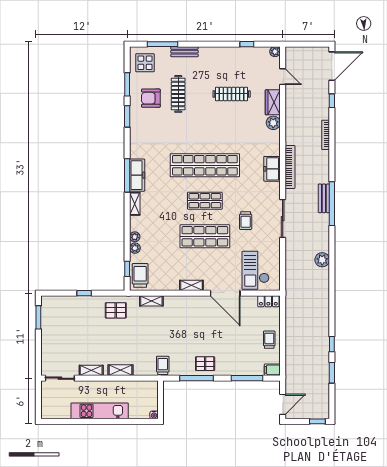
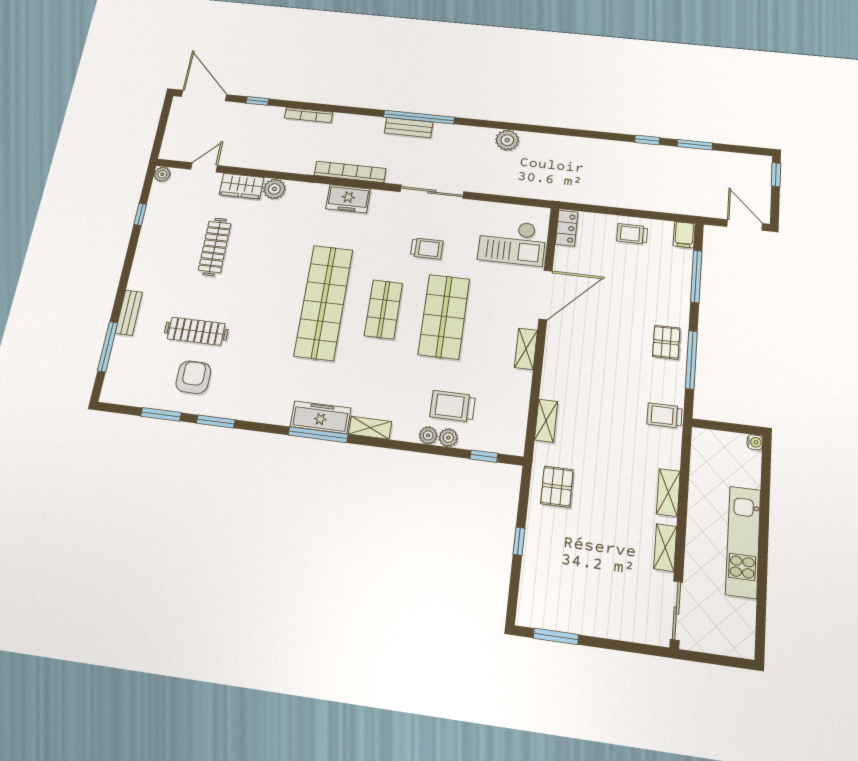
display table: (145, 63) -> (132, 380), removed
armchair: (151, 98) -> (193, 377), turned 180
trolley: (140, 275) -> (453, 406), moved

